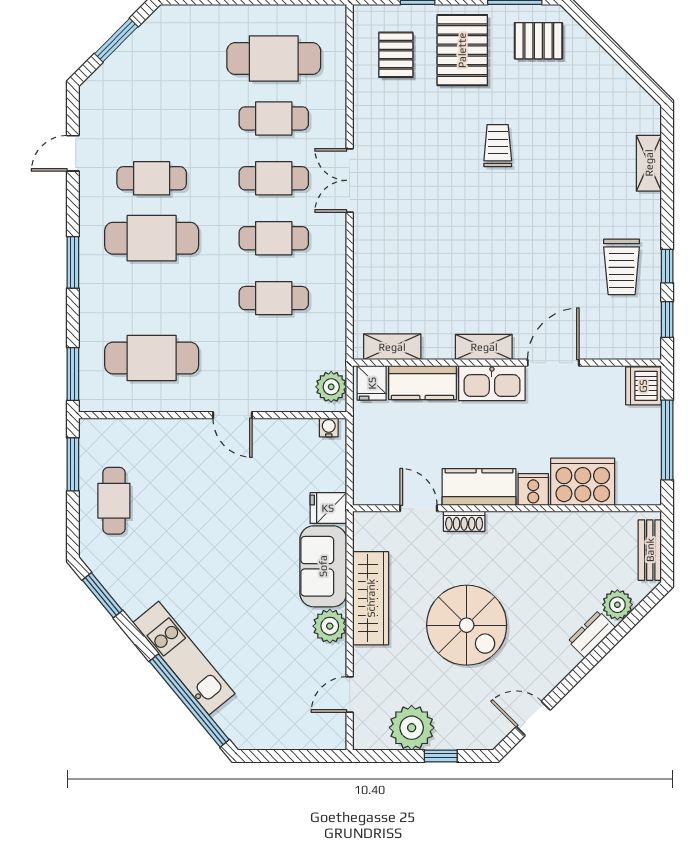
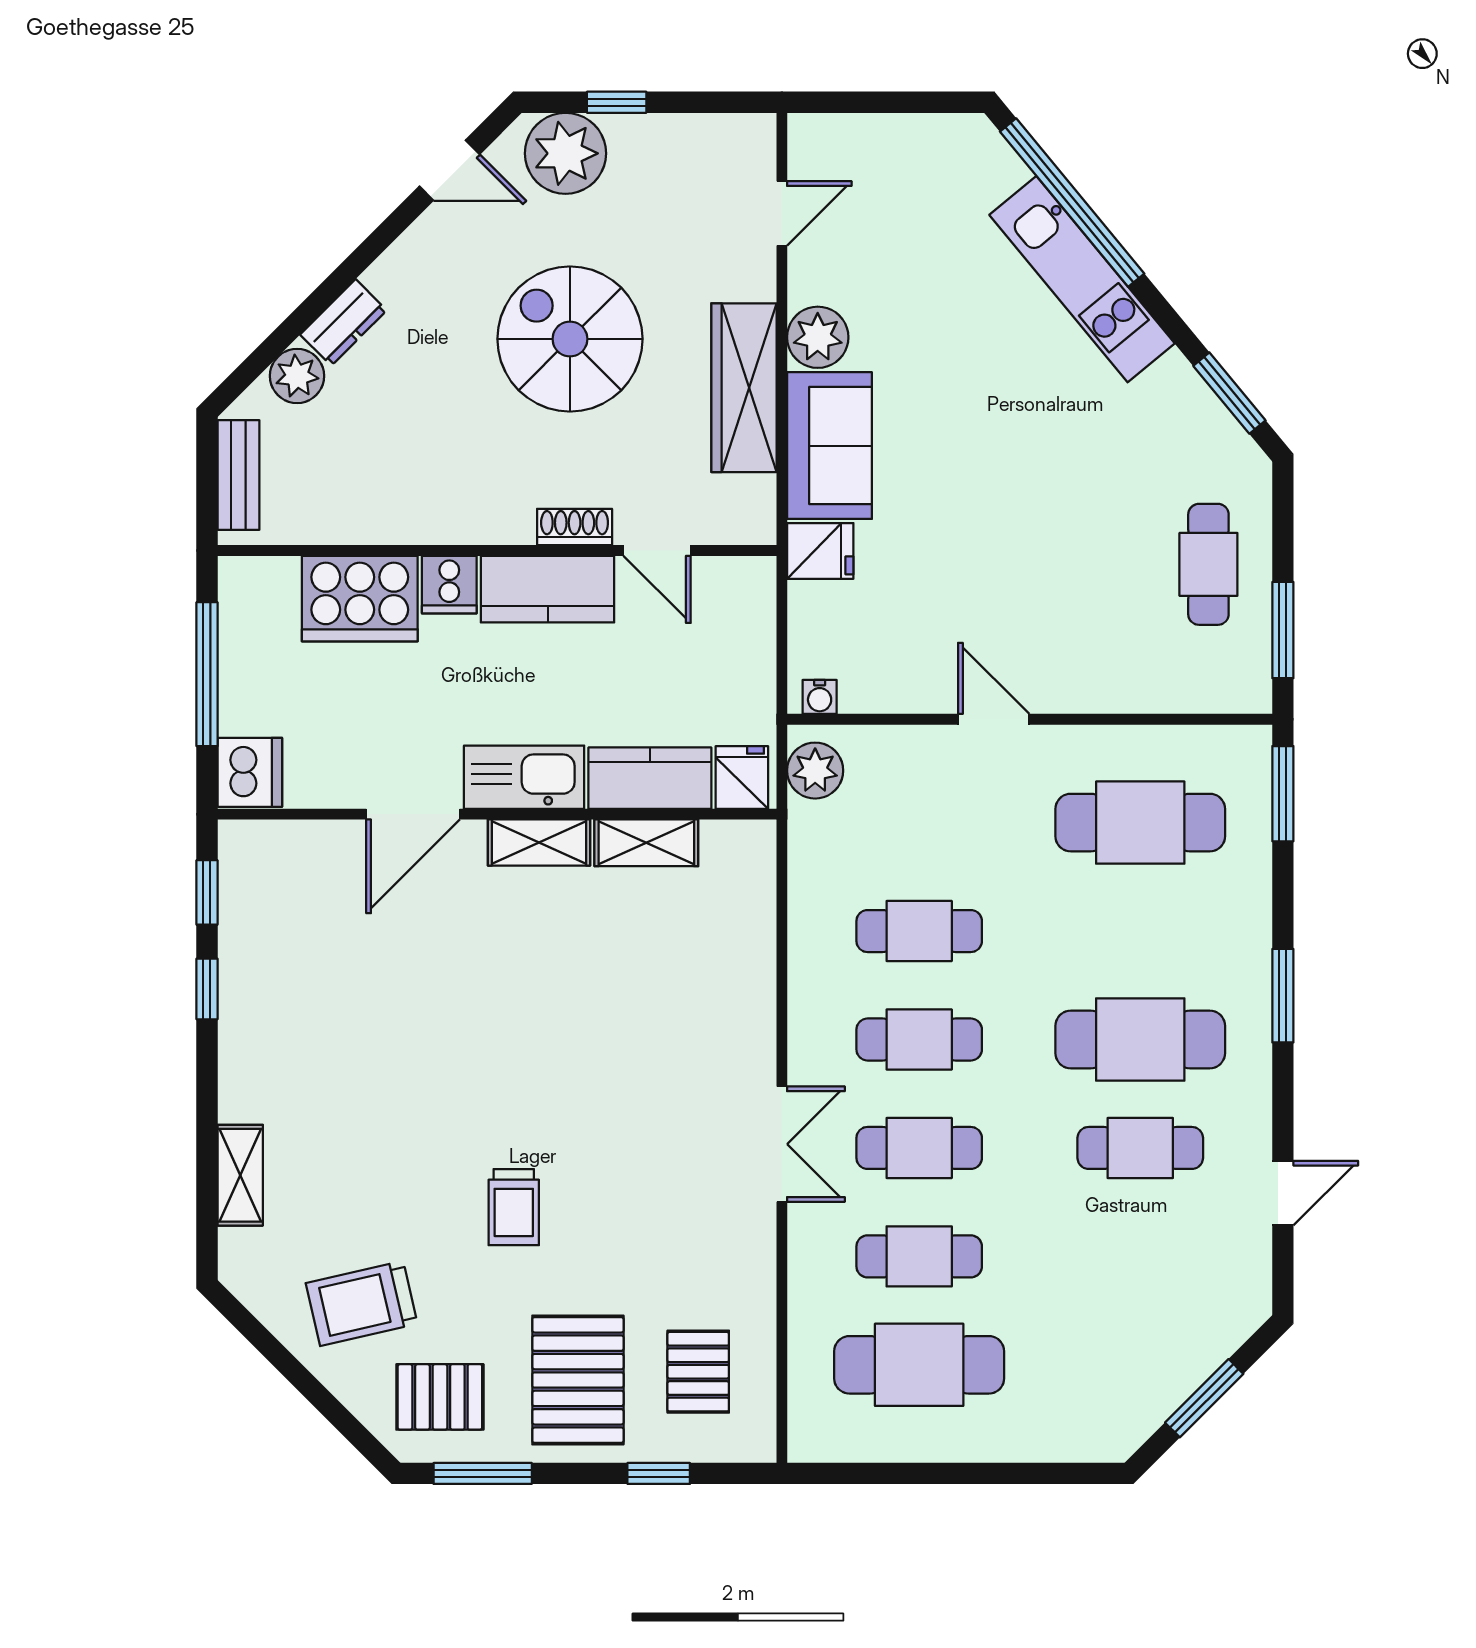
trolley: (622, 267) -> (362, 1303), moved, turned -103
shelving: (392, 347) -> (646, 843), moved
plant: (412, 728) -> (565, 153), moved

